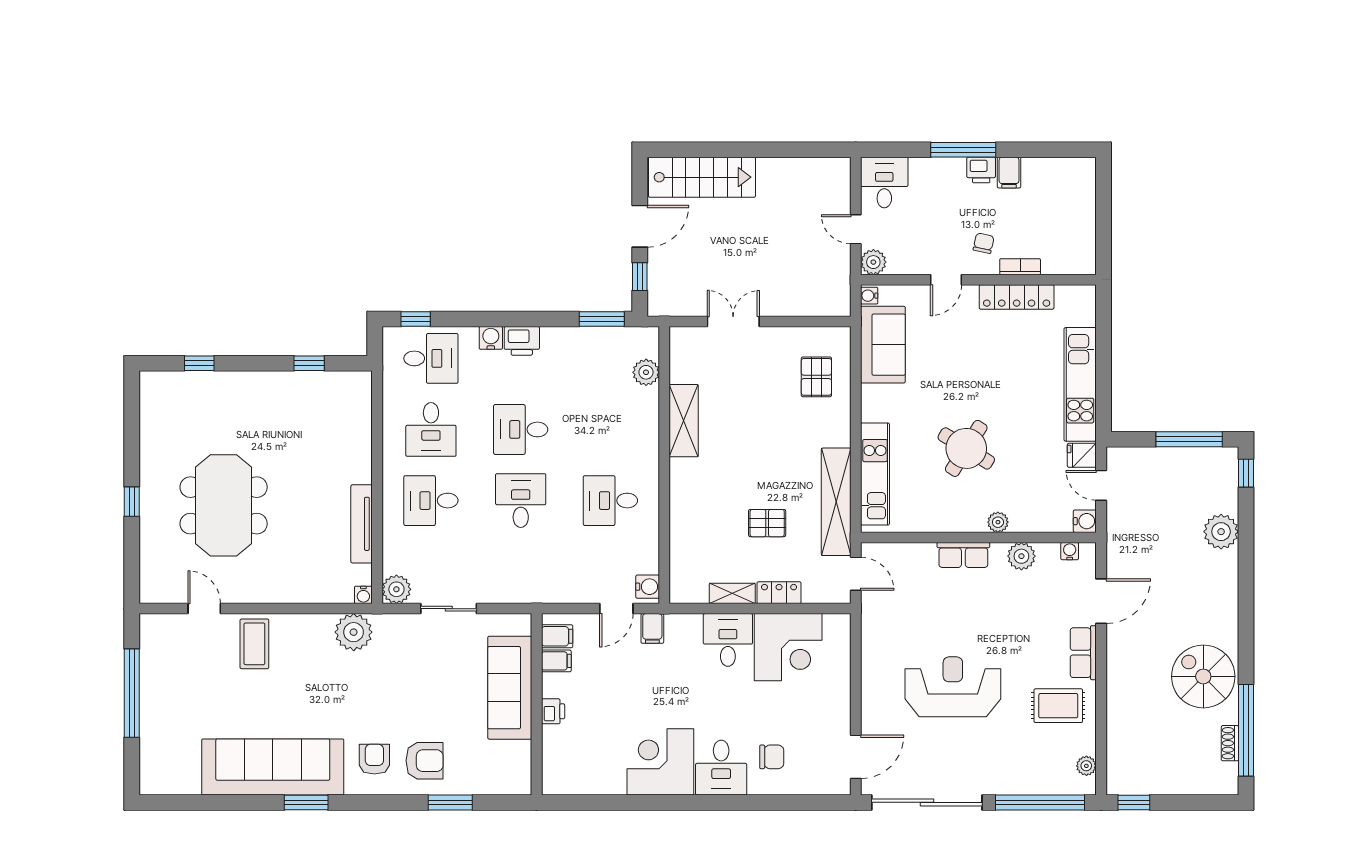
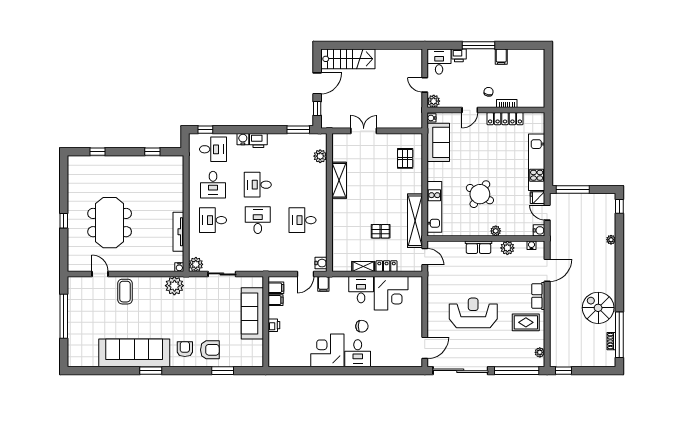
printer: (981, 170) -> (459, 55), moved
window: (1189, 439) -> (573, 190), moved
plant: (1221, 532) -> (611, 240), width x0.53, depth x0.53
chair: (772, 757) -> (362, 326), moved

